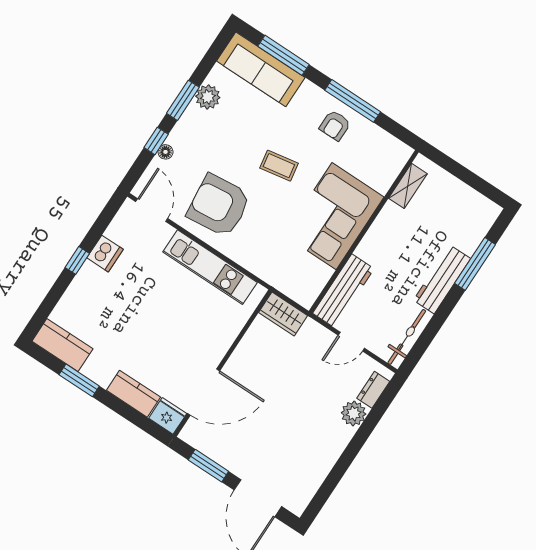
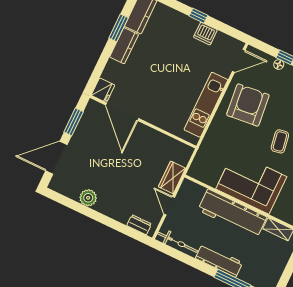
workbench: (343, 291) -> (232, 213), moved, width x1.36, depth x1.32
wardrobe: (283, 314) -> (172, 177), moved
kitchen counter: (133, 394) -> (124, 46), moved
plant: (354, 413) -> (88, 198), moved

